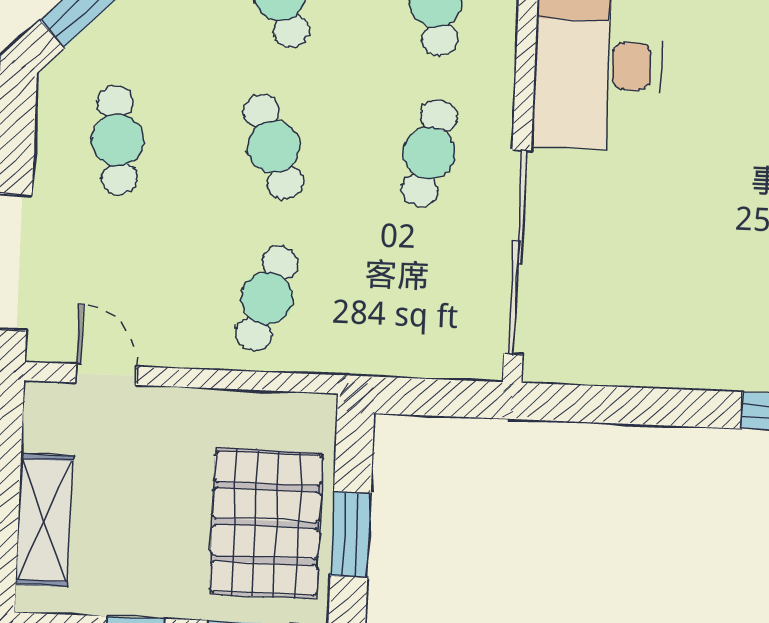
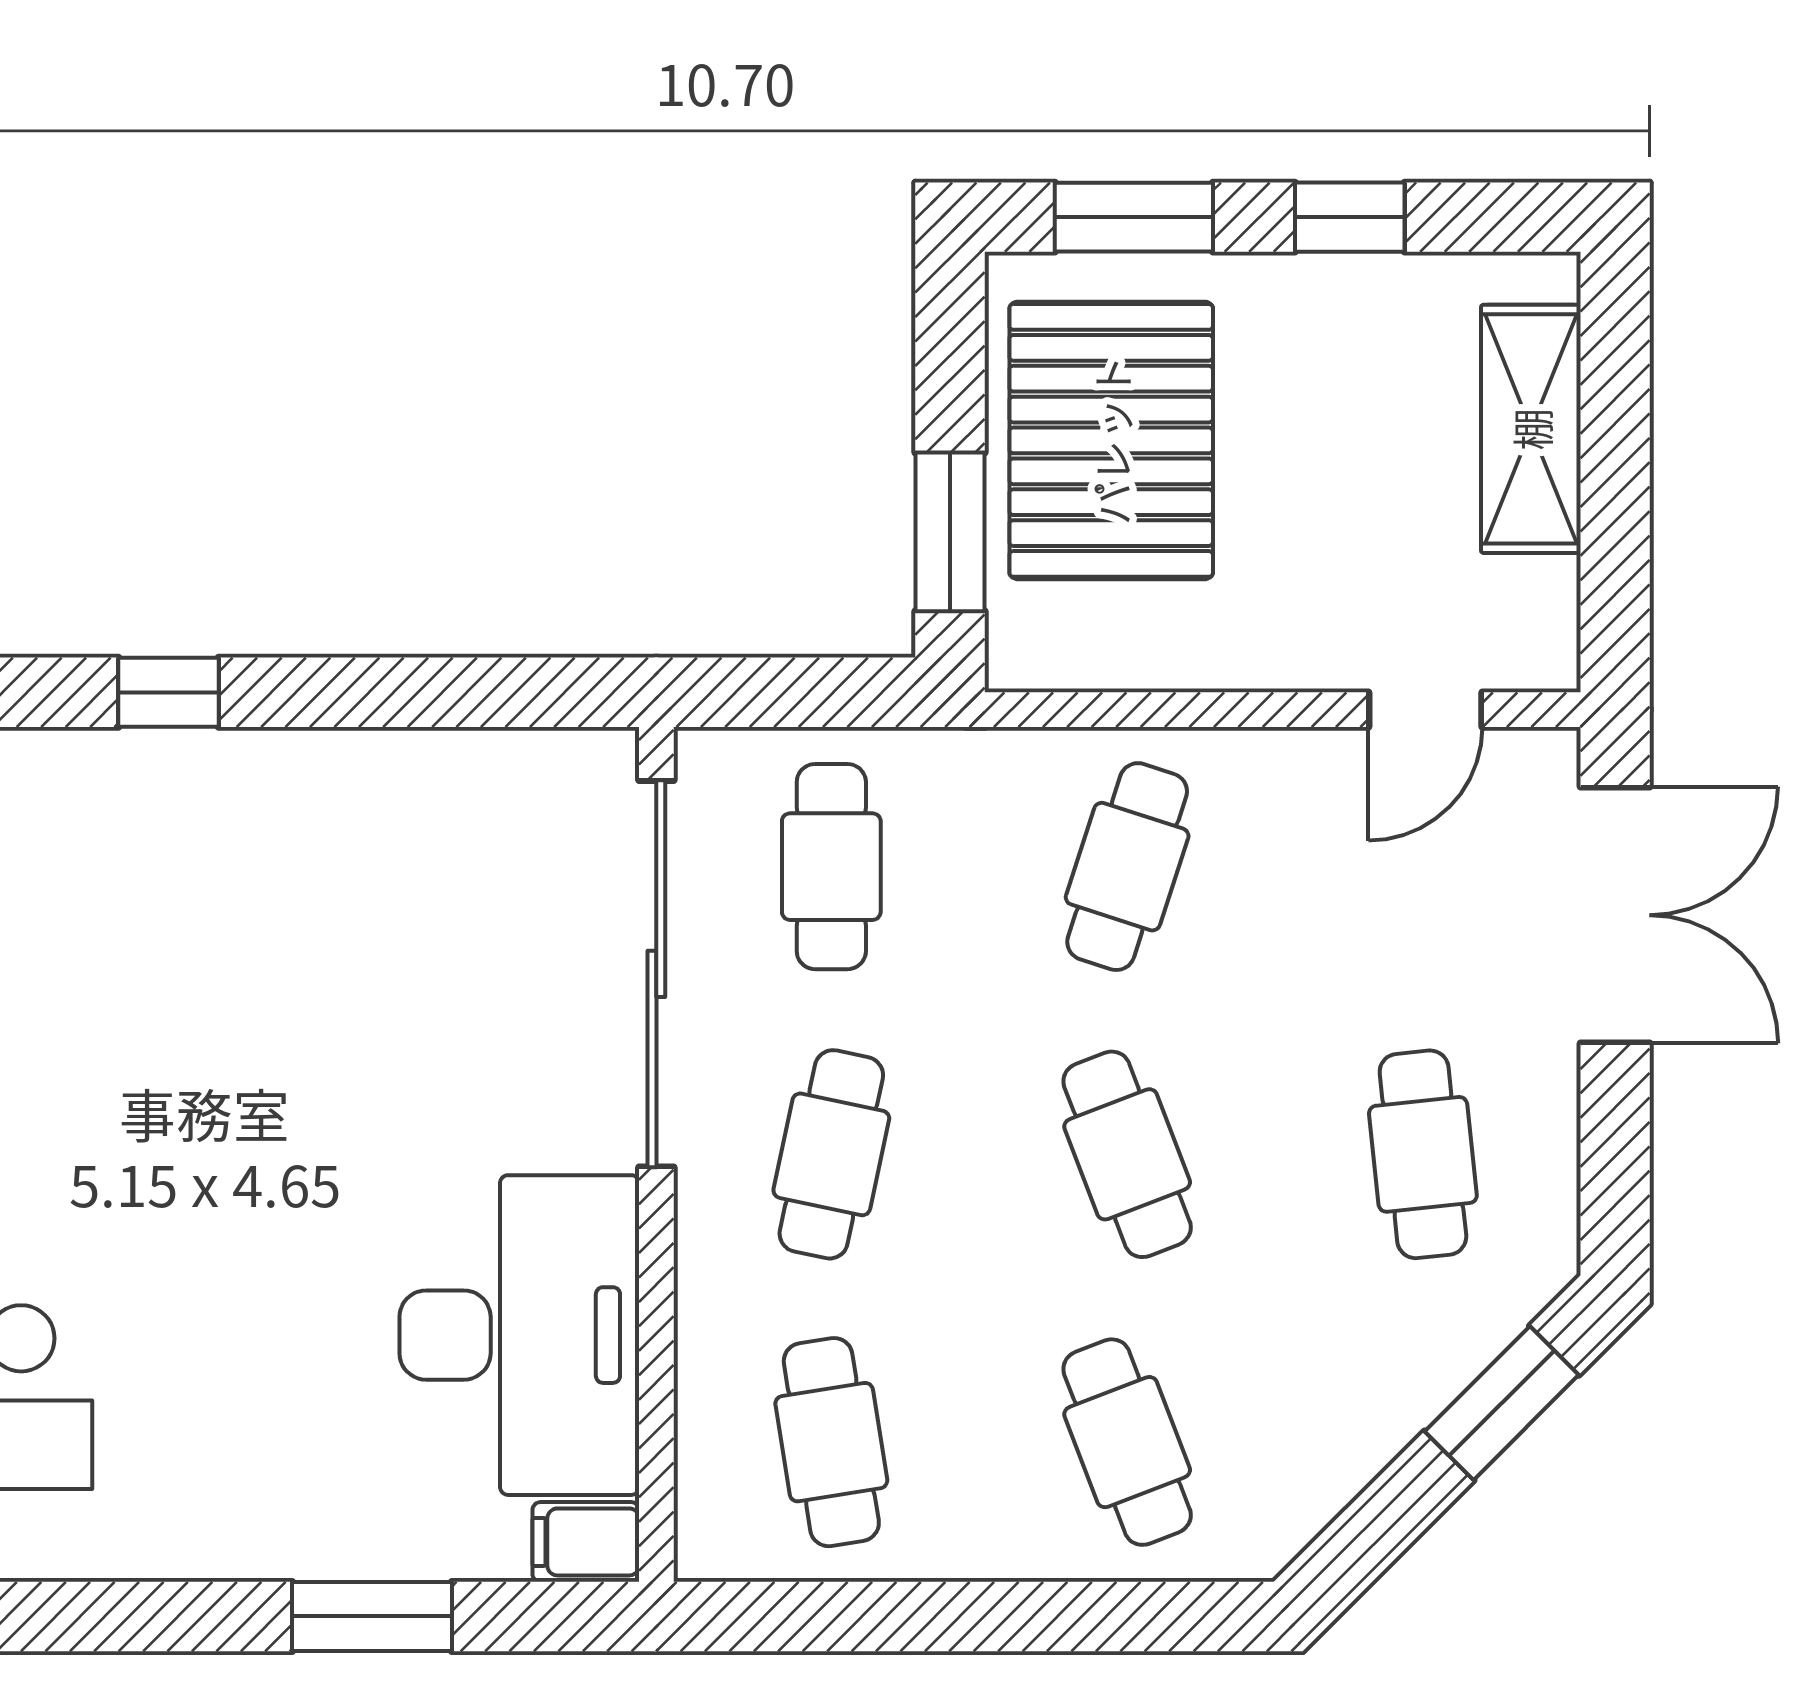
cafe table: (423, 305) -> (831, 867), added
door: (106, 375) -> (1425, 710), hinge flipped
window: (351, 535) -> (950, 532), moved

